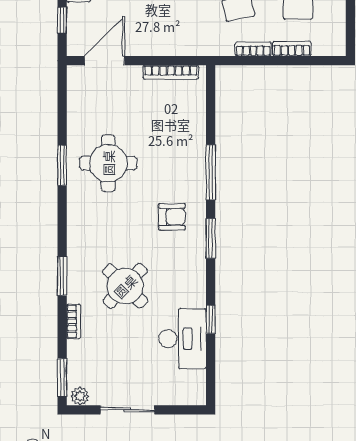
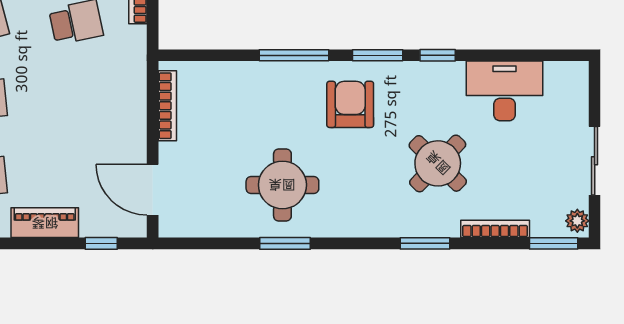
armchair: (172, 217) -> (350, 104), width x1.38, depth x1.38
window: (211, 319) -> (438, 55), moved
bookcase: (73, 322) -> (495, 229), width x1.56

